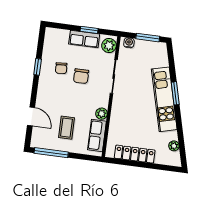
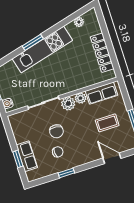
window: (89, 30) -> (18, 159), moved
row of seats: (84, 39) -> (27, 156), moved
plant: (109, 46) -> (68, 104), moved
chair: (81, 76) -> (56, 131), turned 96
door: (31, 116) -> (112, 158), hinge flipped

